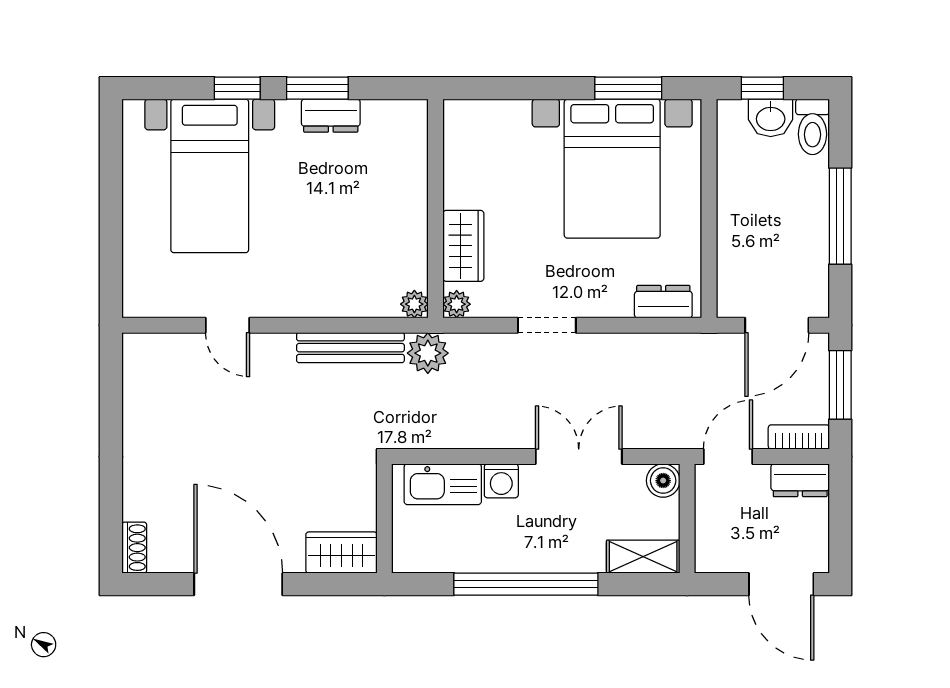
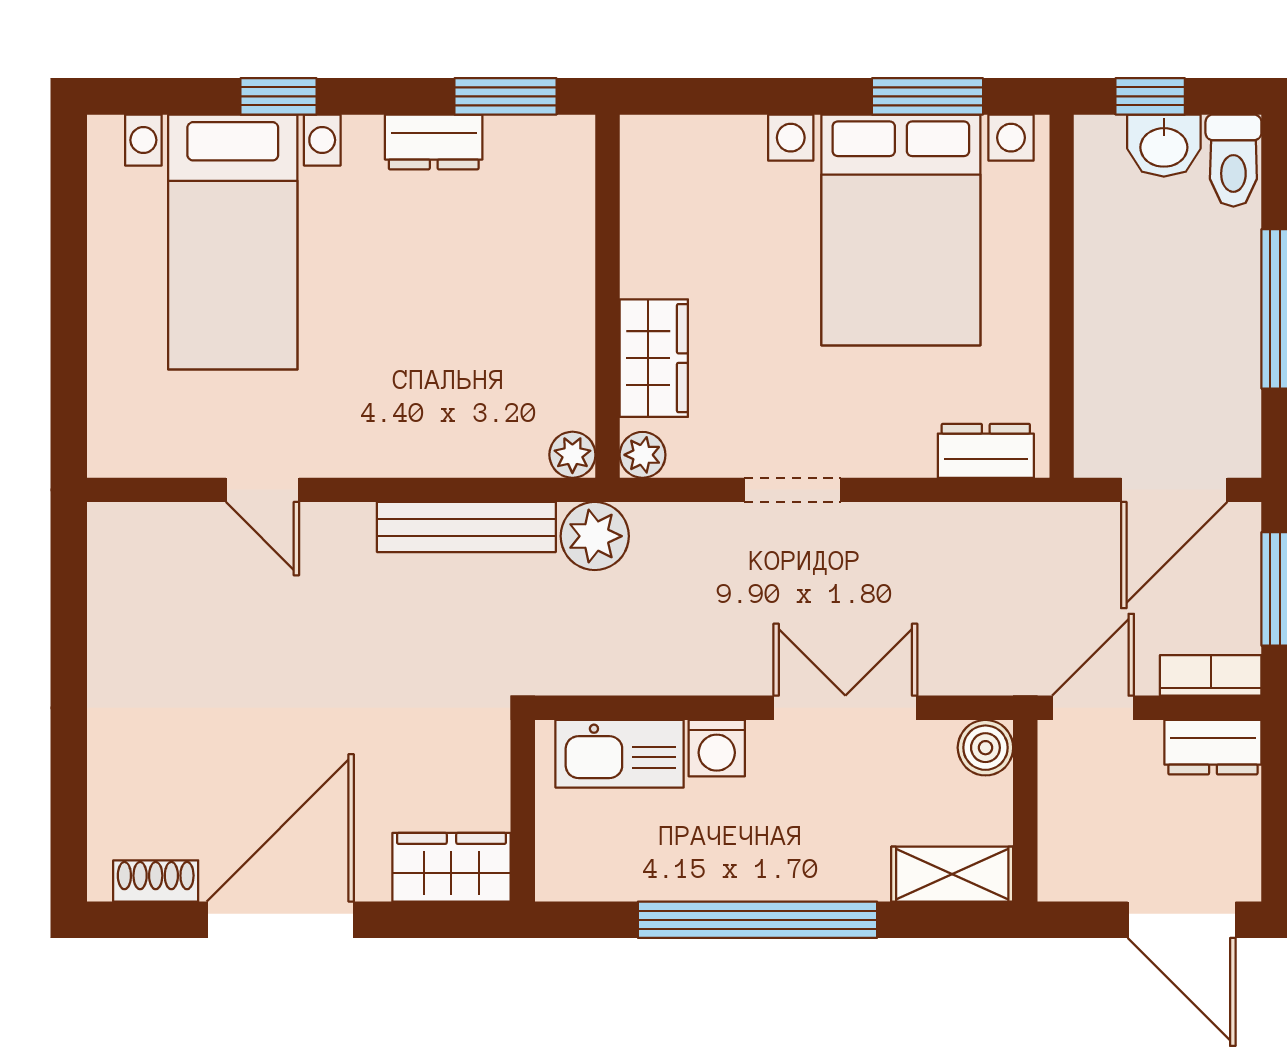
window: (317, 88) -> (505, 96), moved
shoe rack: (134, 548) -> (156, 881), moved, turned -90
door: (238, 584) -> (280, 920), hinge flipped

